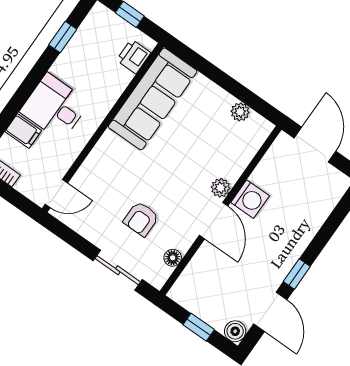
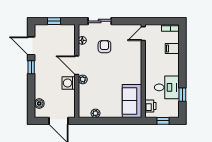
sofa: (153, 99) -> (132, 101), width x0.73
desk: (55, 107) -> (167, 87), moved
boiler: (235, 331) -> (39, 104), moved

